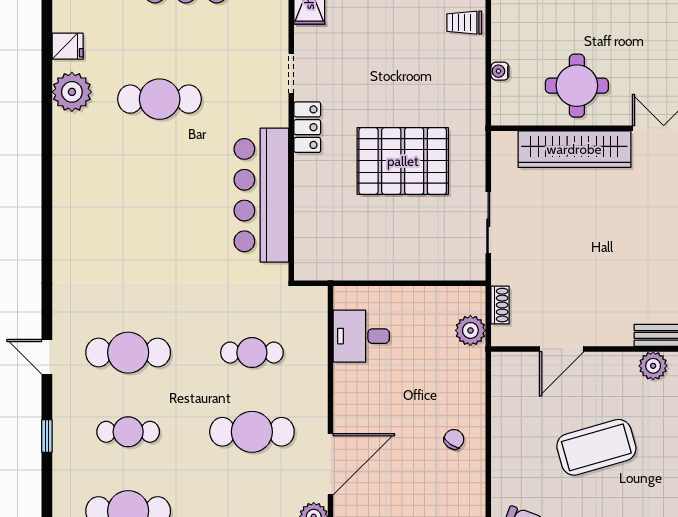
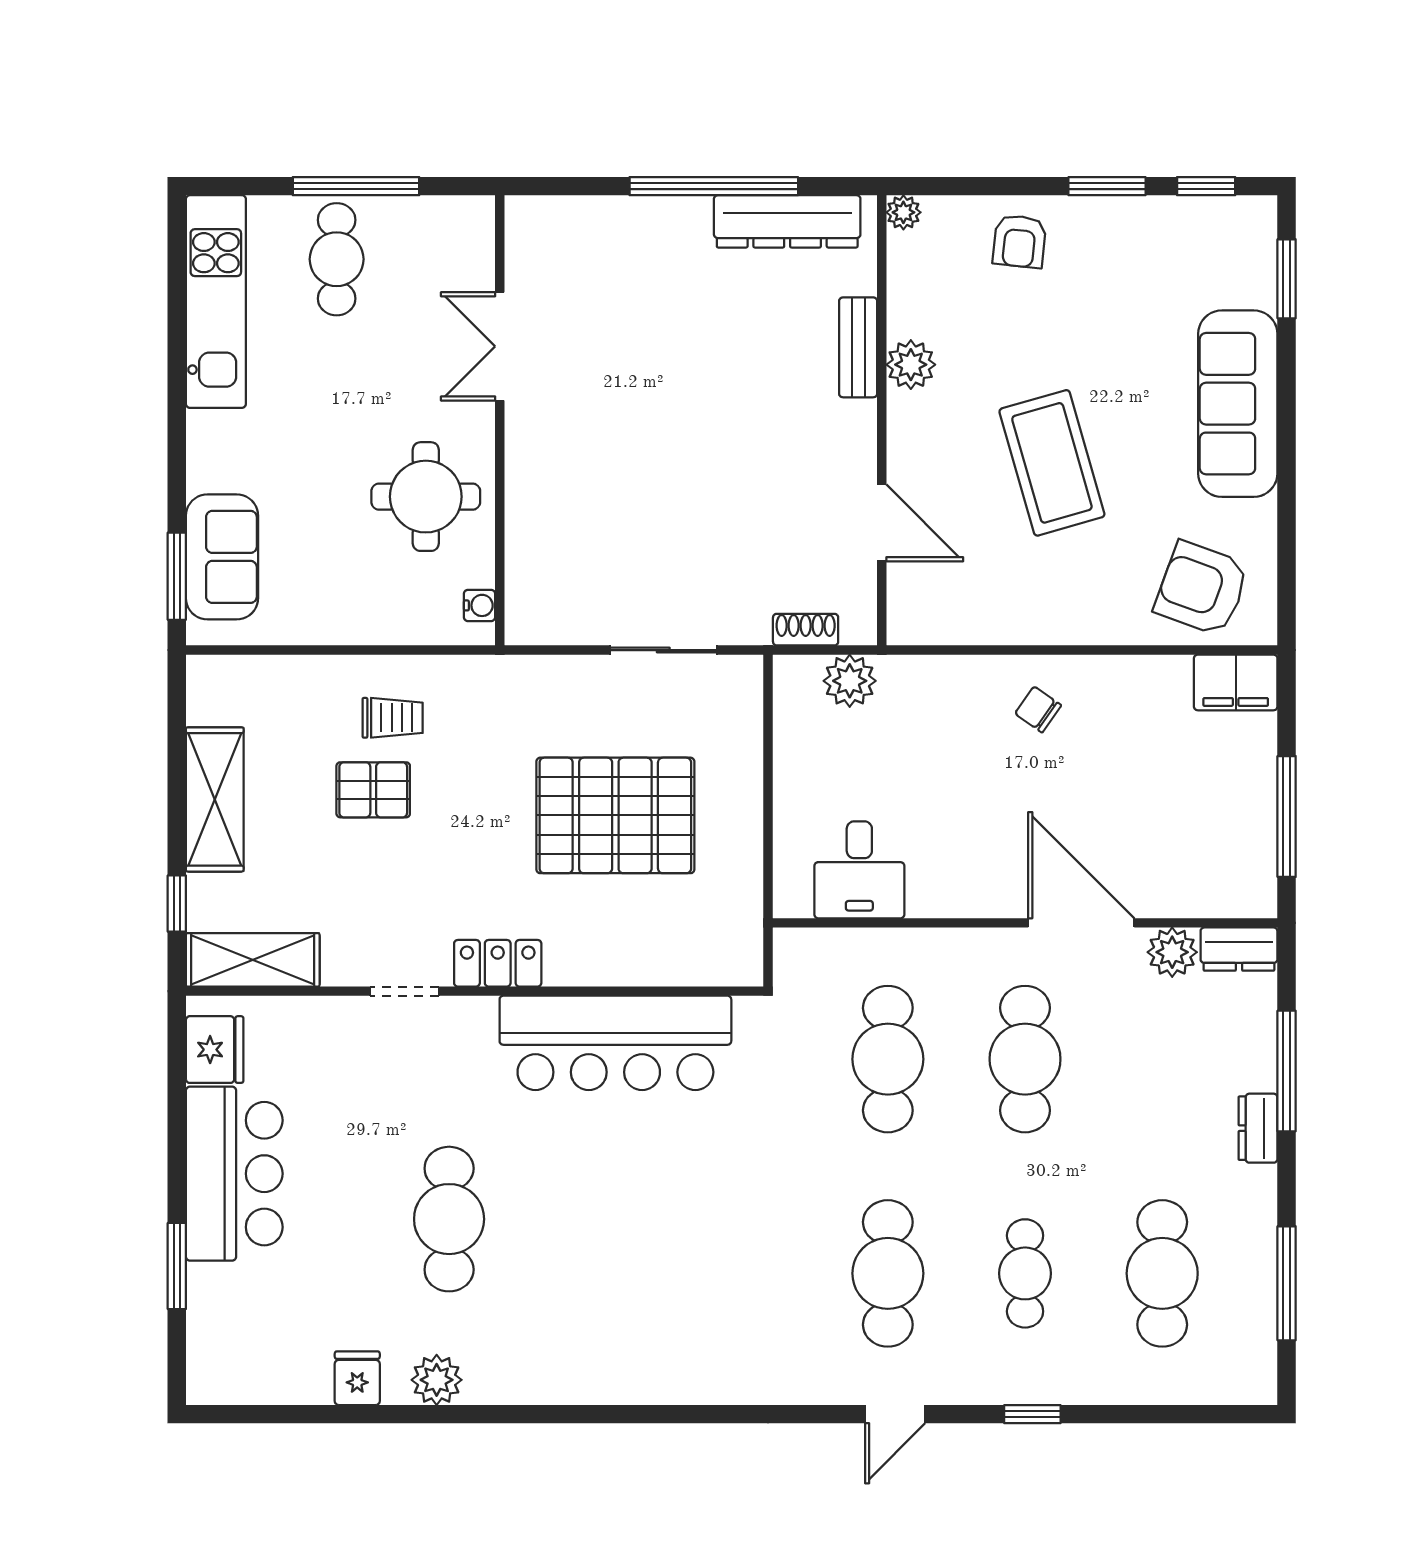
trolley: (464, 23) -> (393, 718), moved, turned -90
pallet: (407, 55) -> (373, 790), added
water cooler: (500, 71) -> (480, 605), moved, turned -90
plant: (72, 92) -> (437, 1380), width x0.73, depth x0.73
wardrobe: (574, 149) -> (536, 501), removed
pallet: (403, 161) -> (615, 815), moved, turned 90
cafe table: (252, 353) -> (888, 1059), width x1.37, depth x1.35

